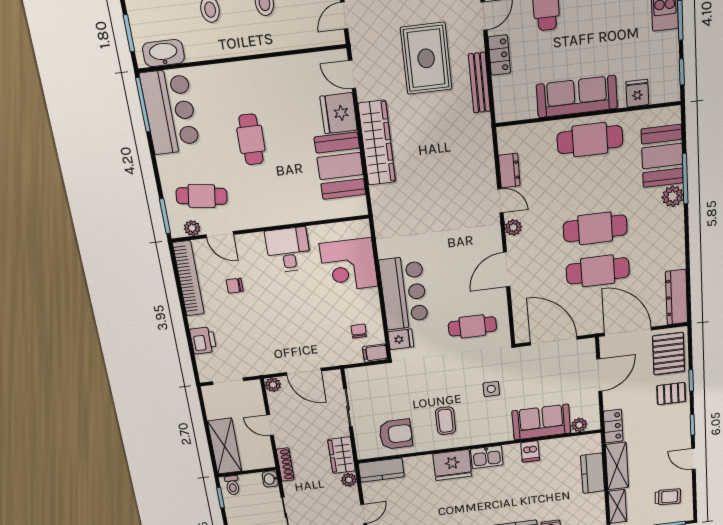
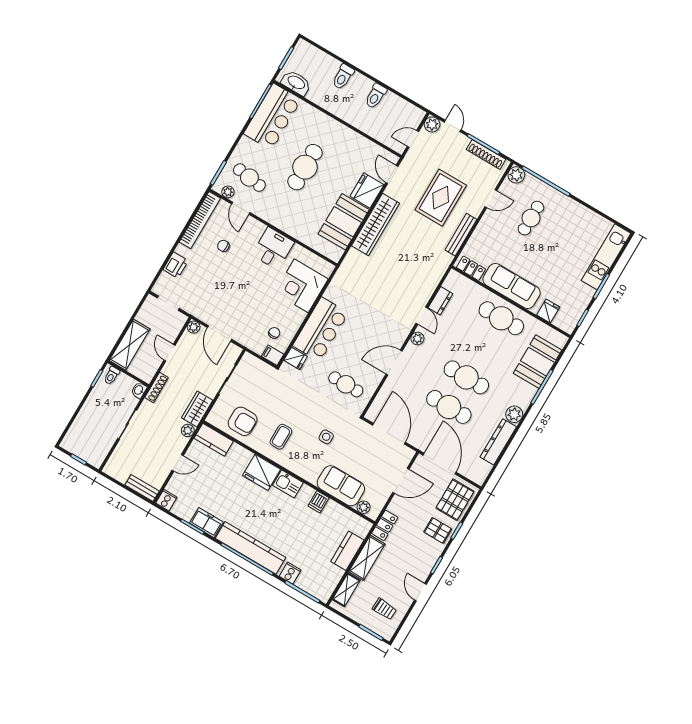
locker: (499, 55) -> (471, 268), moved, turned -90
cafe table: (251, 139) -> (305, 167), width x1.37, depth x1.35
plant: (673, 196) -> (514, 414), moved
dresser: (677, 297) -> (498, 442), moved

